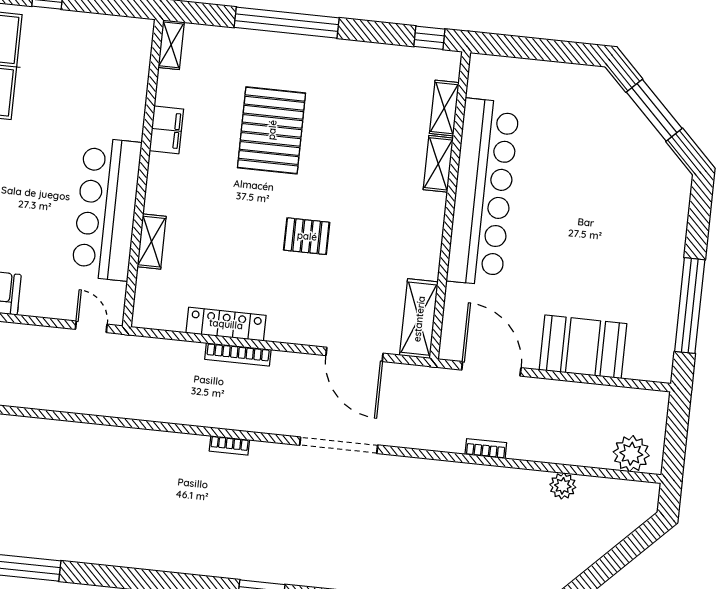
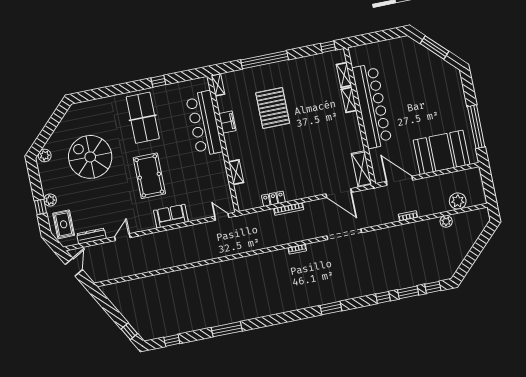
bar counter: (107, 209) -> (204, 123), moved
pallet: (307, 236) -> (302, 149), removed
locker: (226, 324) -> (273, 199), width x0.66
booth: (583, 347) -> (441, 152), width x1.36, depth x1.42
plant: (631, 454) -> (458, 201), moved

